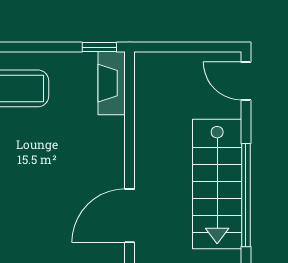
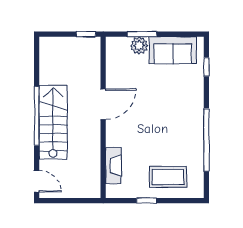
window: (99, 47) -> (147, 201), moved
fireplace: (112, 83) -> (113, 166), moved

